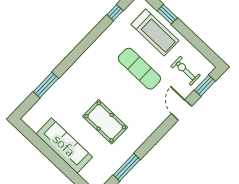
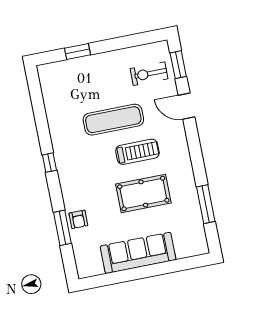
window: (115, 13) -> (49, 163), moved
treadmill: (155, 33) -> (137, 152), moved, width x0.73, depth x0.73
armchair: (59, 91) -> (78, 219), added

